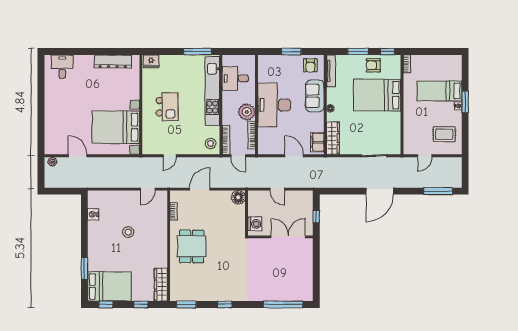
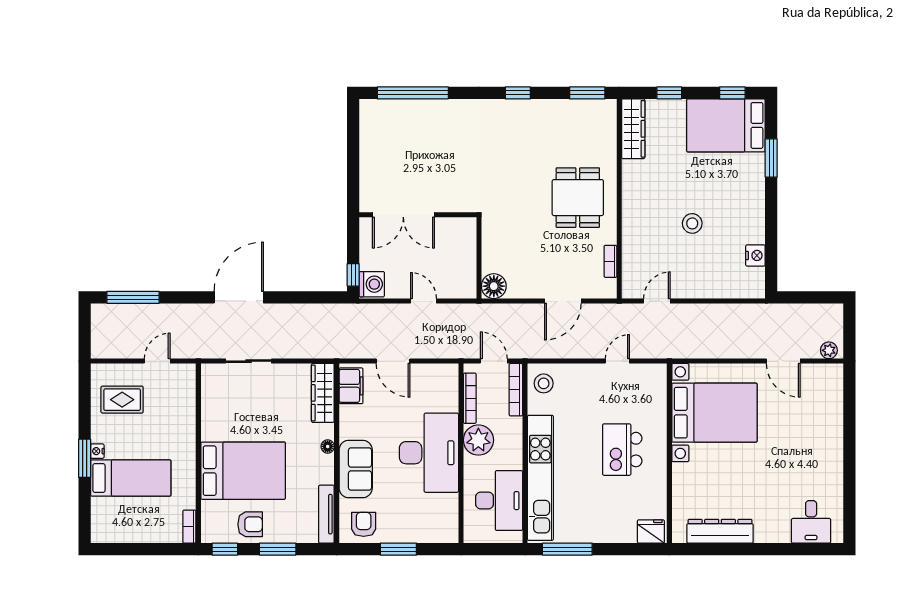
desk: (235, 78) -> (499, 501), width x1.37
window: (316, 217) -> (353, 275), moved
washing machine: (255, 224) -> (372, 284), moved, turned 180

